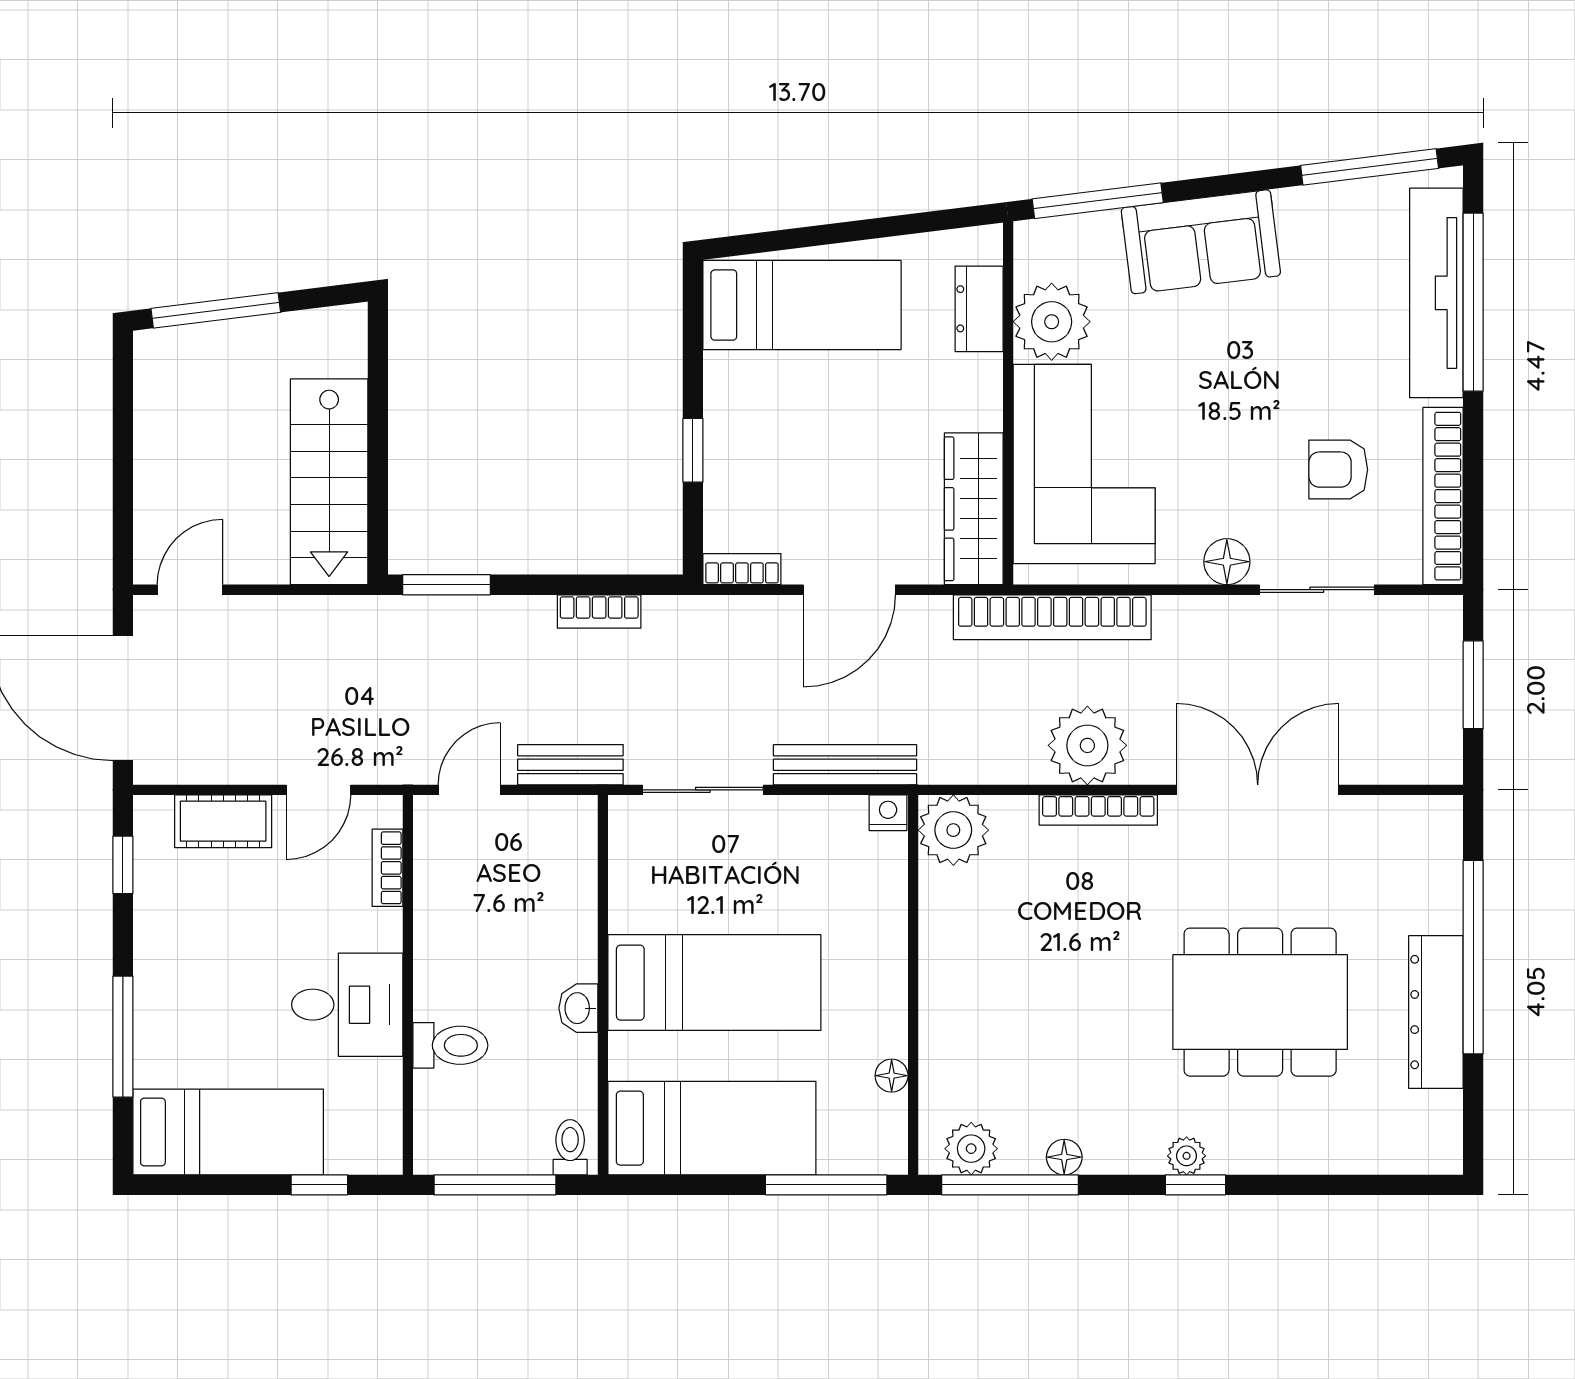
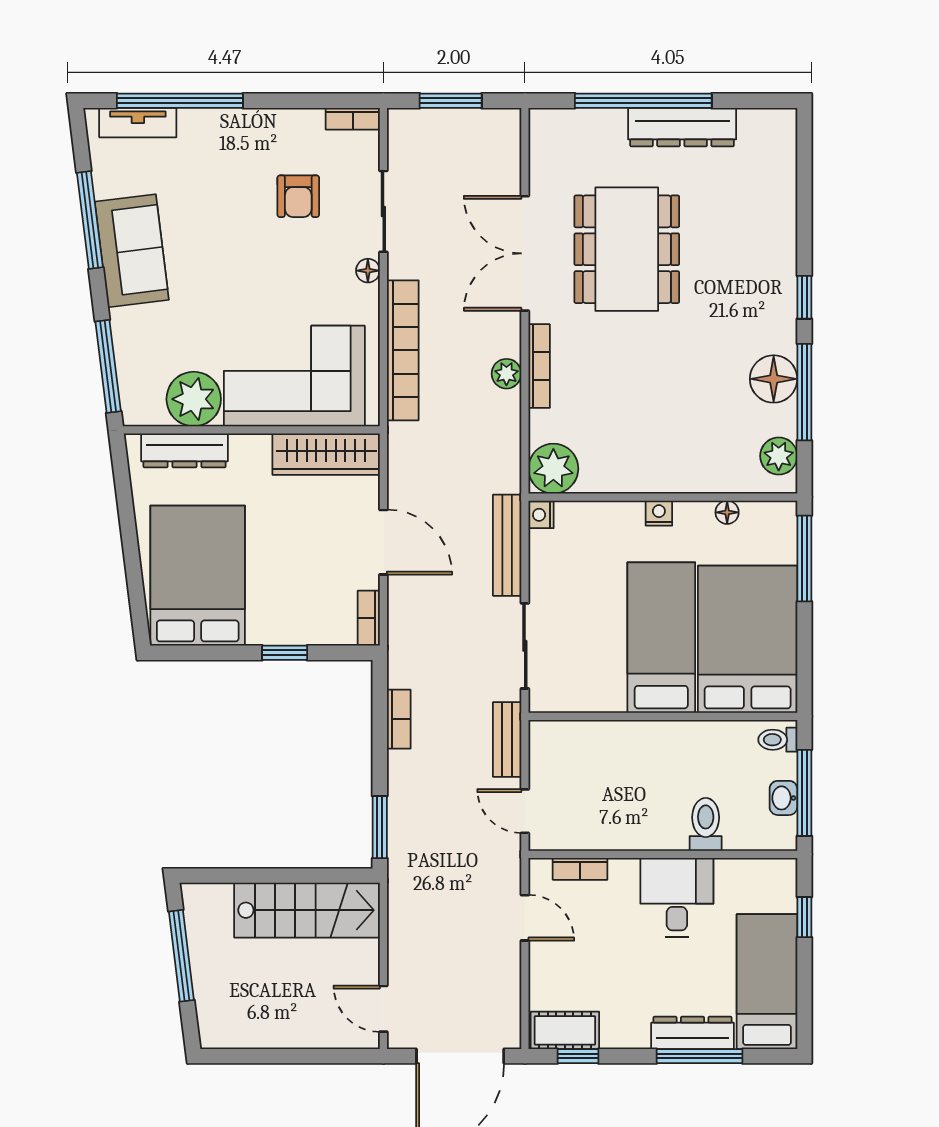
window: (1370, 167) -> (90, 220), moved
sofa: (1201, 242) -> (132, 251), moved
tv unit: (1436, 293) -> (138, 123), width x0.52, depth x0.78
bed: (802, 305) -> (198, 576), width x1.50
dresser: (979, 309) -> (185, 450), width x1.44
window: (216, 310) -> (181, 956), moved
bookcase: (1443, 496) -> (353, 119), width x0.43, depth x0.76
floor lamp: (1227, 562) -> (368, 271), width x0.73, depth x0.73
bookcase: (1052, 617) -> (403, 350), moved
plant: (1087, 745) -> (506, 374), width x0.53, depth x0.53
cot: (223, 821) -> (565, 1030), moved, turned 90
nightstand: (890, 979) -> (659, 513), added
dining table: (1260, 1002) -> (627, 249), moved
washbasin: (578, 1008) -> (783, 798), moved, turned 90
dresser: (156, 1027) -> (693, 1033), added
bed: (712, 1128) -> (748, 639), width x1.50
plant: (1187, 1156) -> (784, 304), removed
floor lamp: (1064, 1157) -> (774, 379), width x1.89, depth x1.89
window: (1010, 1185) -> (804, 392), moved

